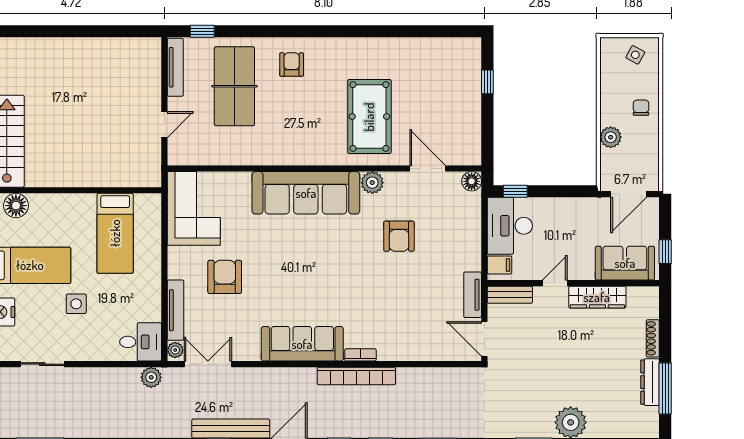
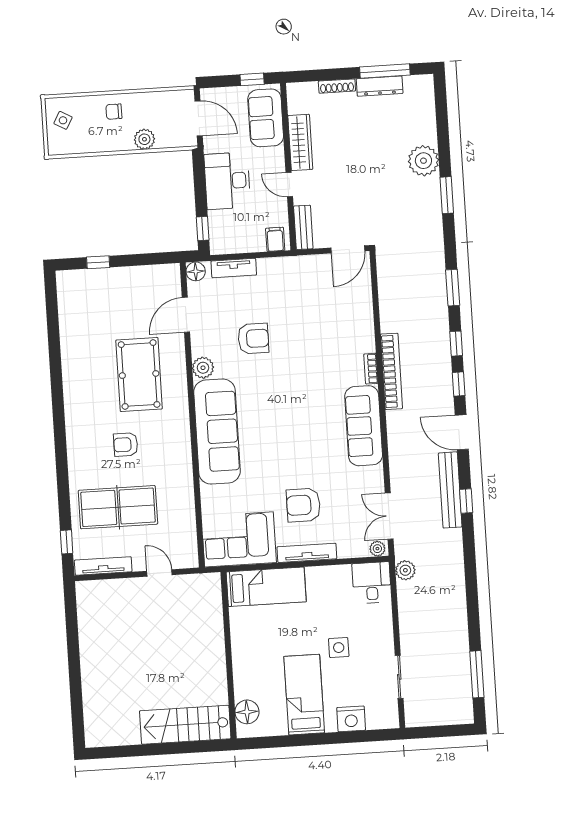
armchair: (292, 65) -> (126, 445), moved
pool table: (369, 117) -> (139, 375), turned 90
desk: (510, 226) -> (227, 181), moved, turned 90
bed: (115, 233) -> (266, 587), moved
tv unit: (473, 295) -> (234, 268), moved
tv unit: (175, 310) -> (307, 553), moved

